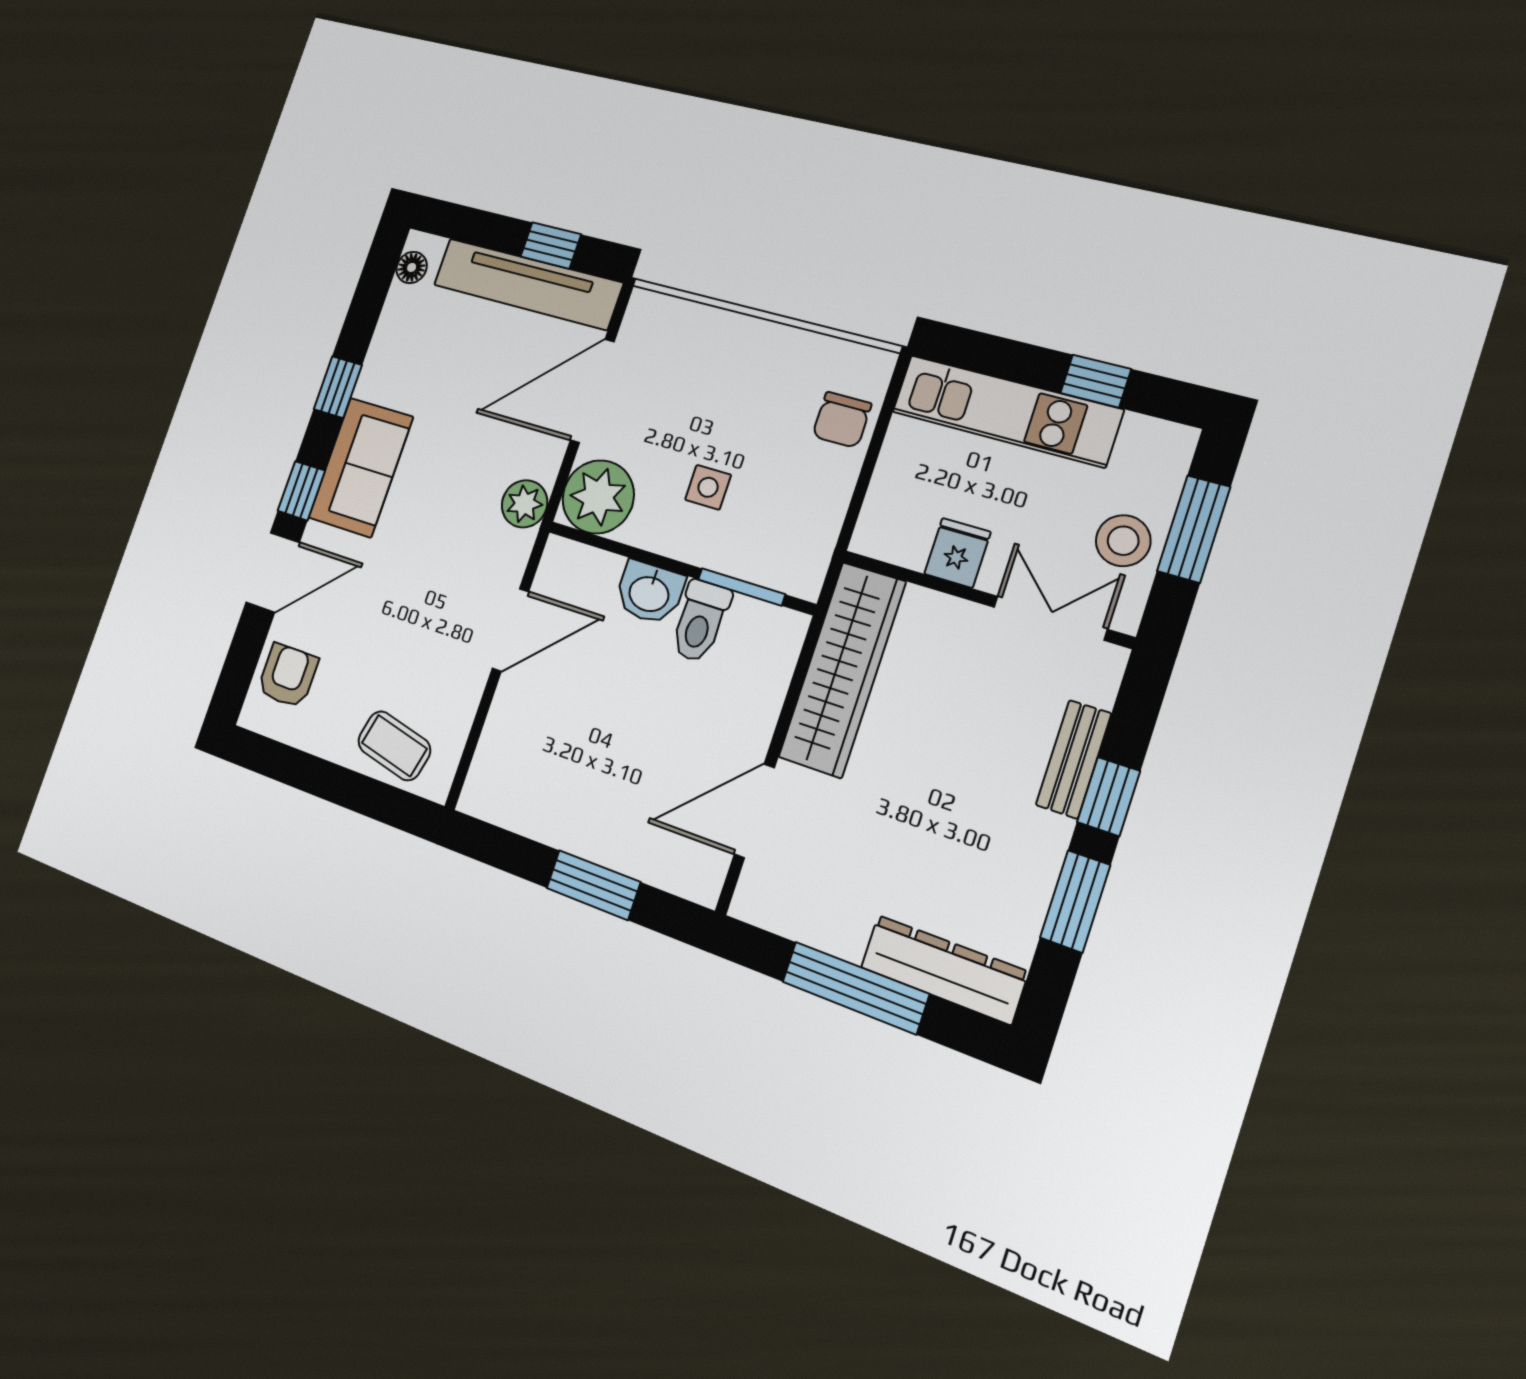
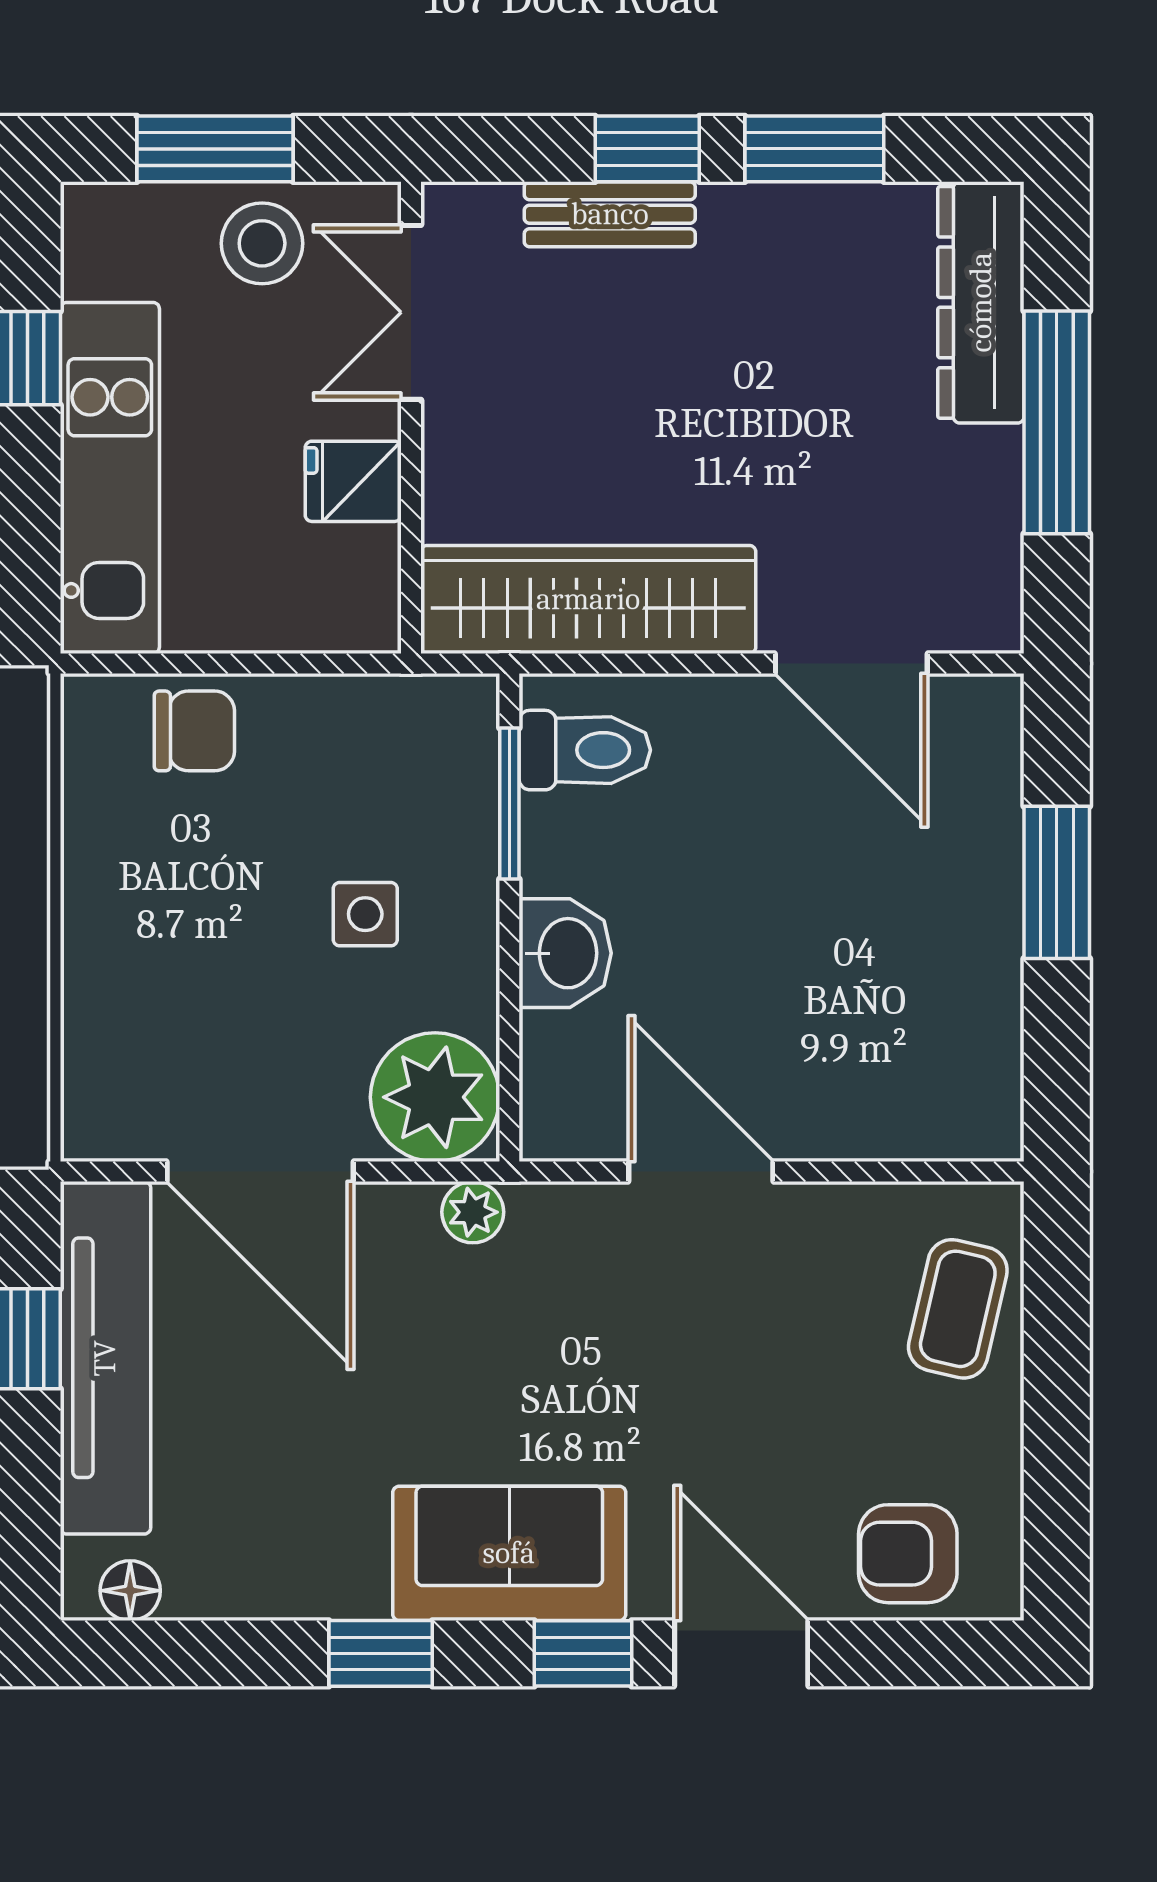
plant: (525, 504) -> (473, 1212), width x0.73, depth x0.73
toilet: (700, 621) -> (585, 750), moved

